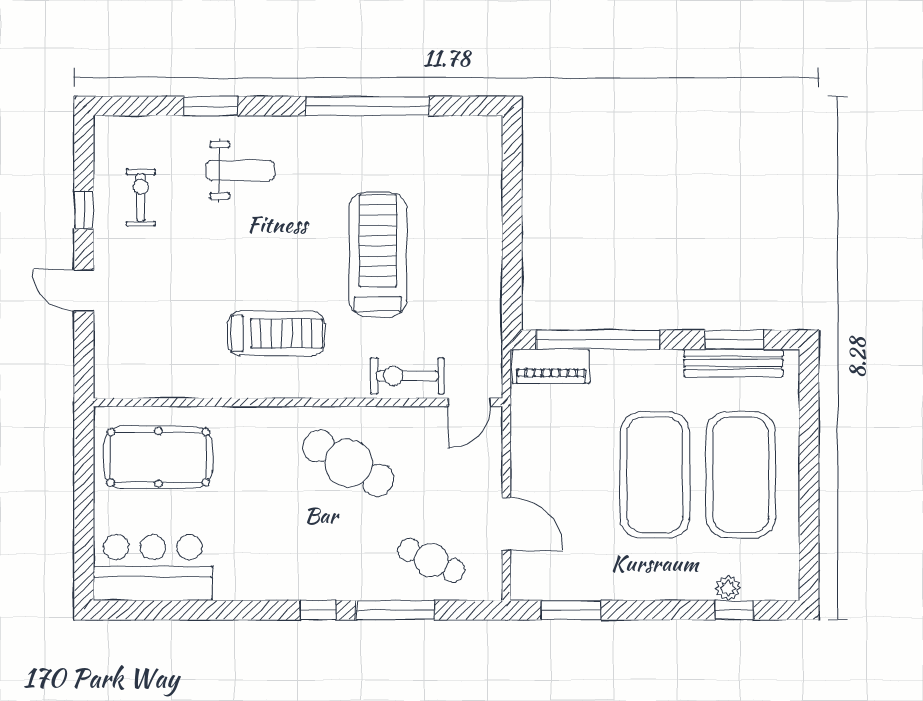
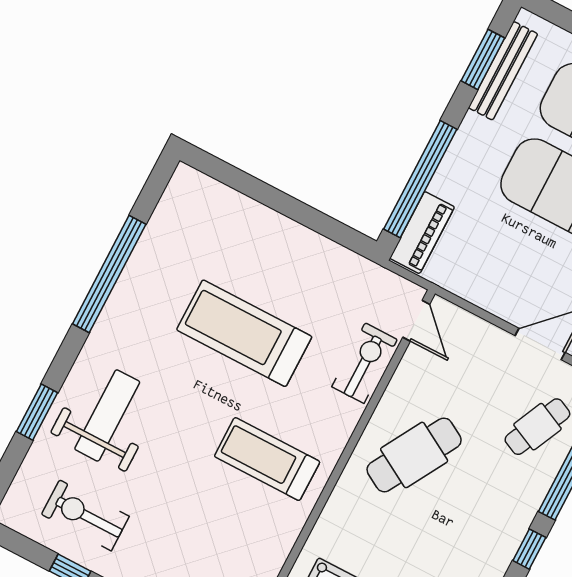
weight bench: (240, 170) -> (107, 415), width x1.36, depth x1.33
exercise bike: (141, 198) -> (85, 515), width x1.38, depth x1.39
treadmill: (276, 334) -> (267, 459), turned -90
exercise bike: (407, 376) -> (364, 363), turned 180

